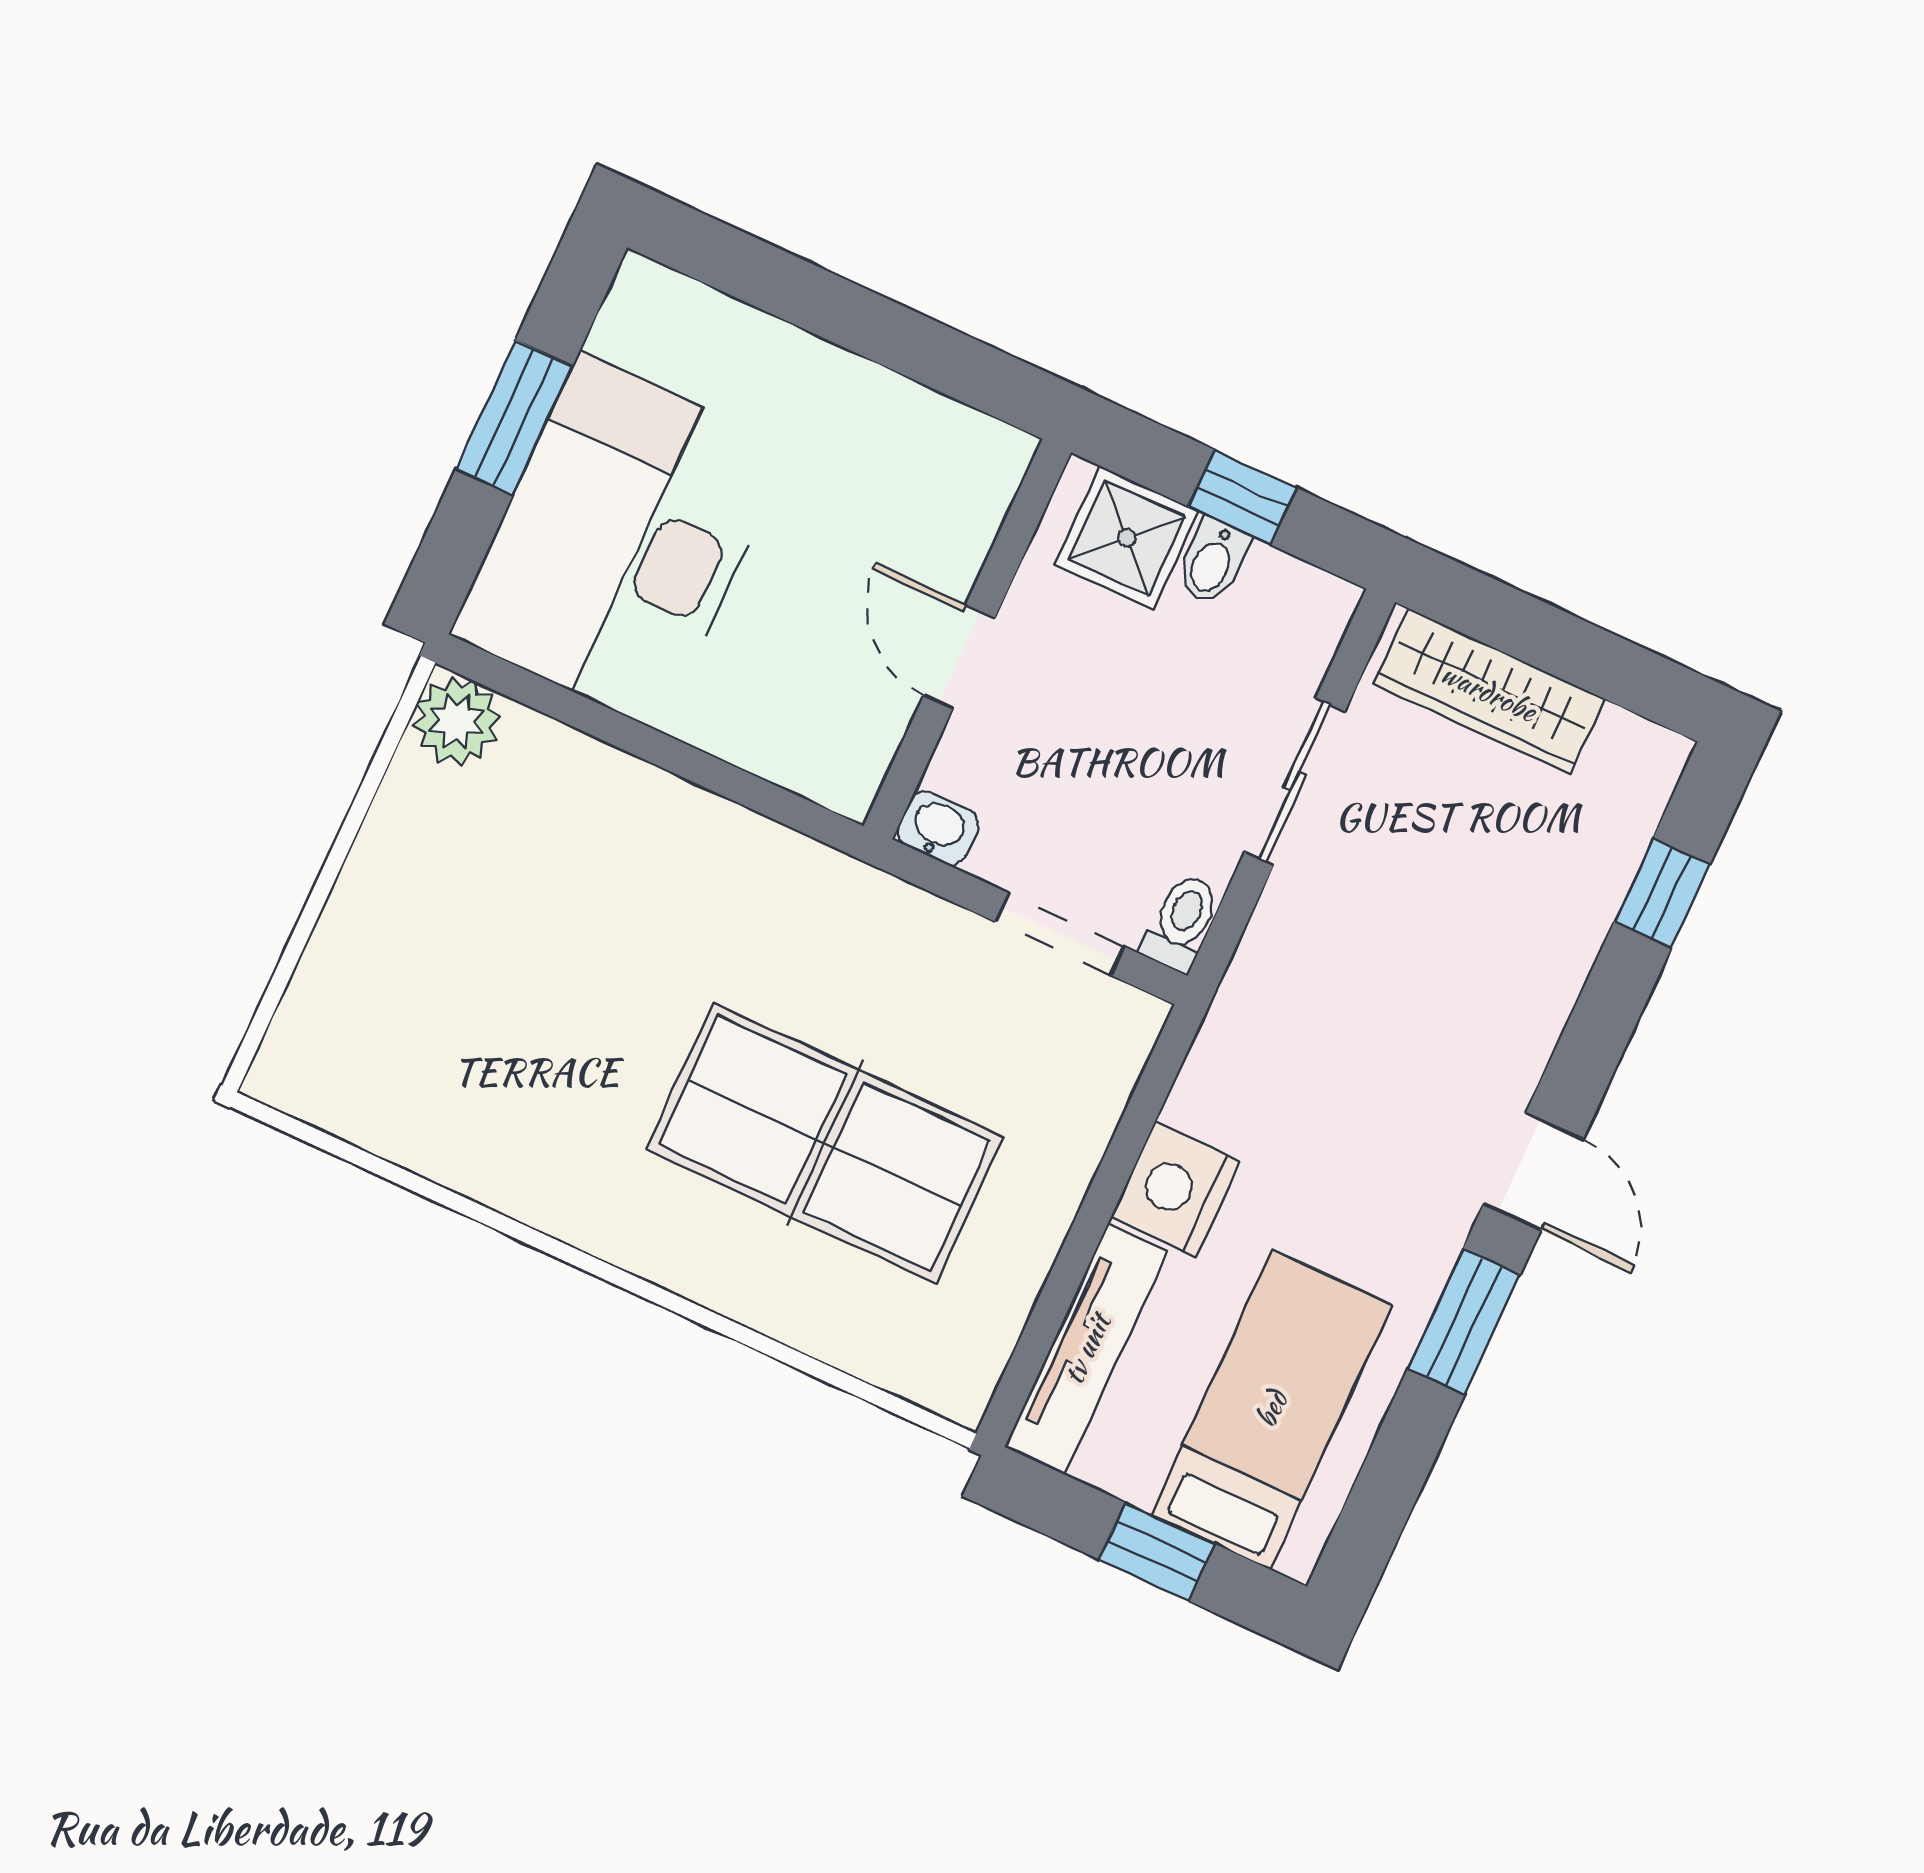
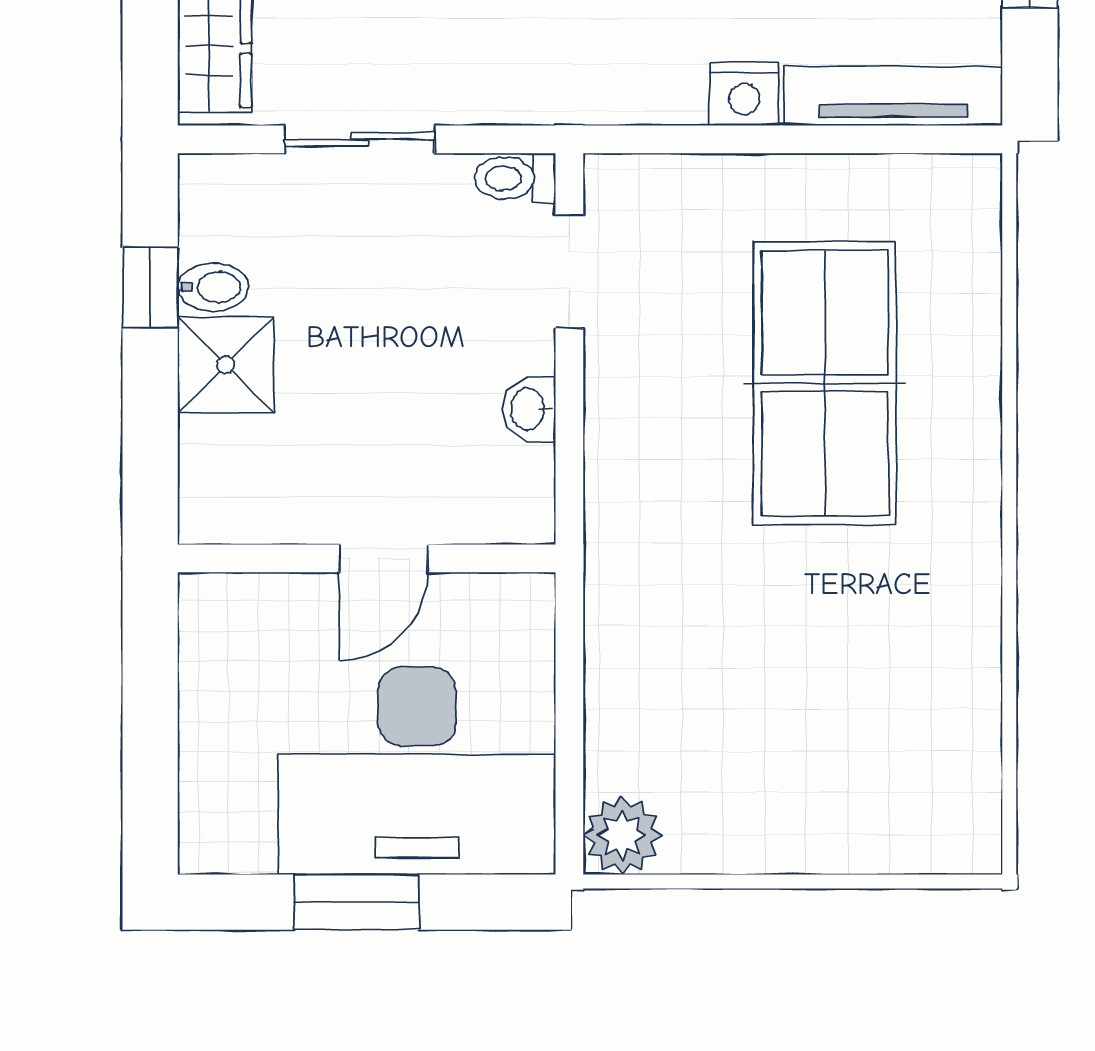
wall: (967, 639) -> (367, 558), moved
door: (959, 657) -> (384, 558), moved
nightstand: (1175, 1190) -> (744, 94), width x0.74, depth x0.75

